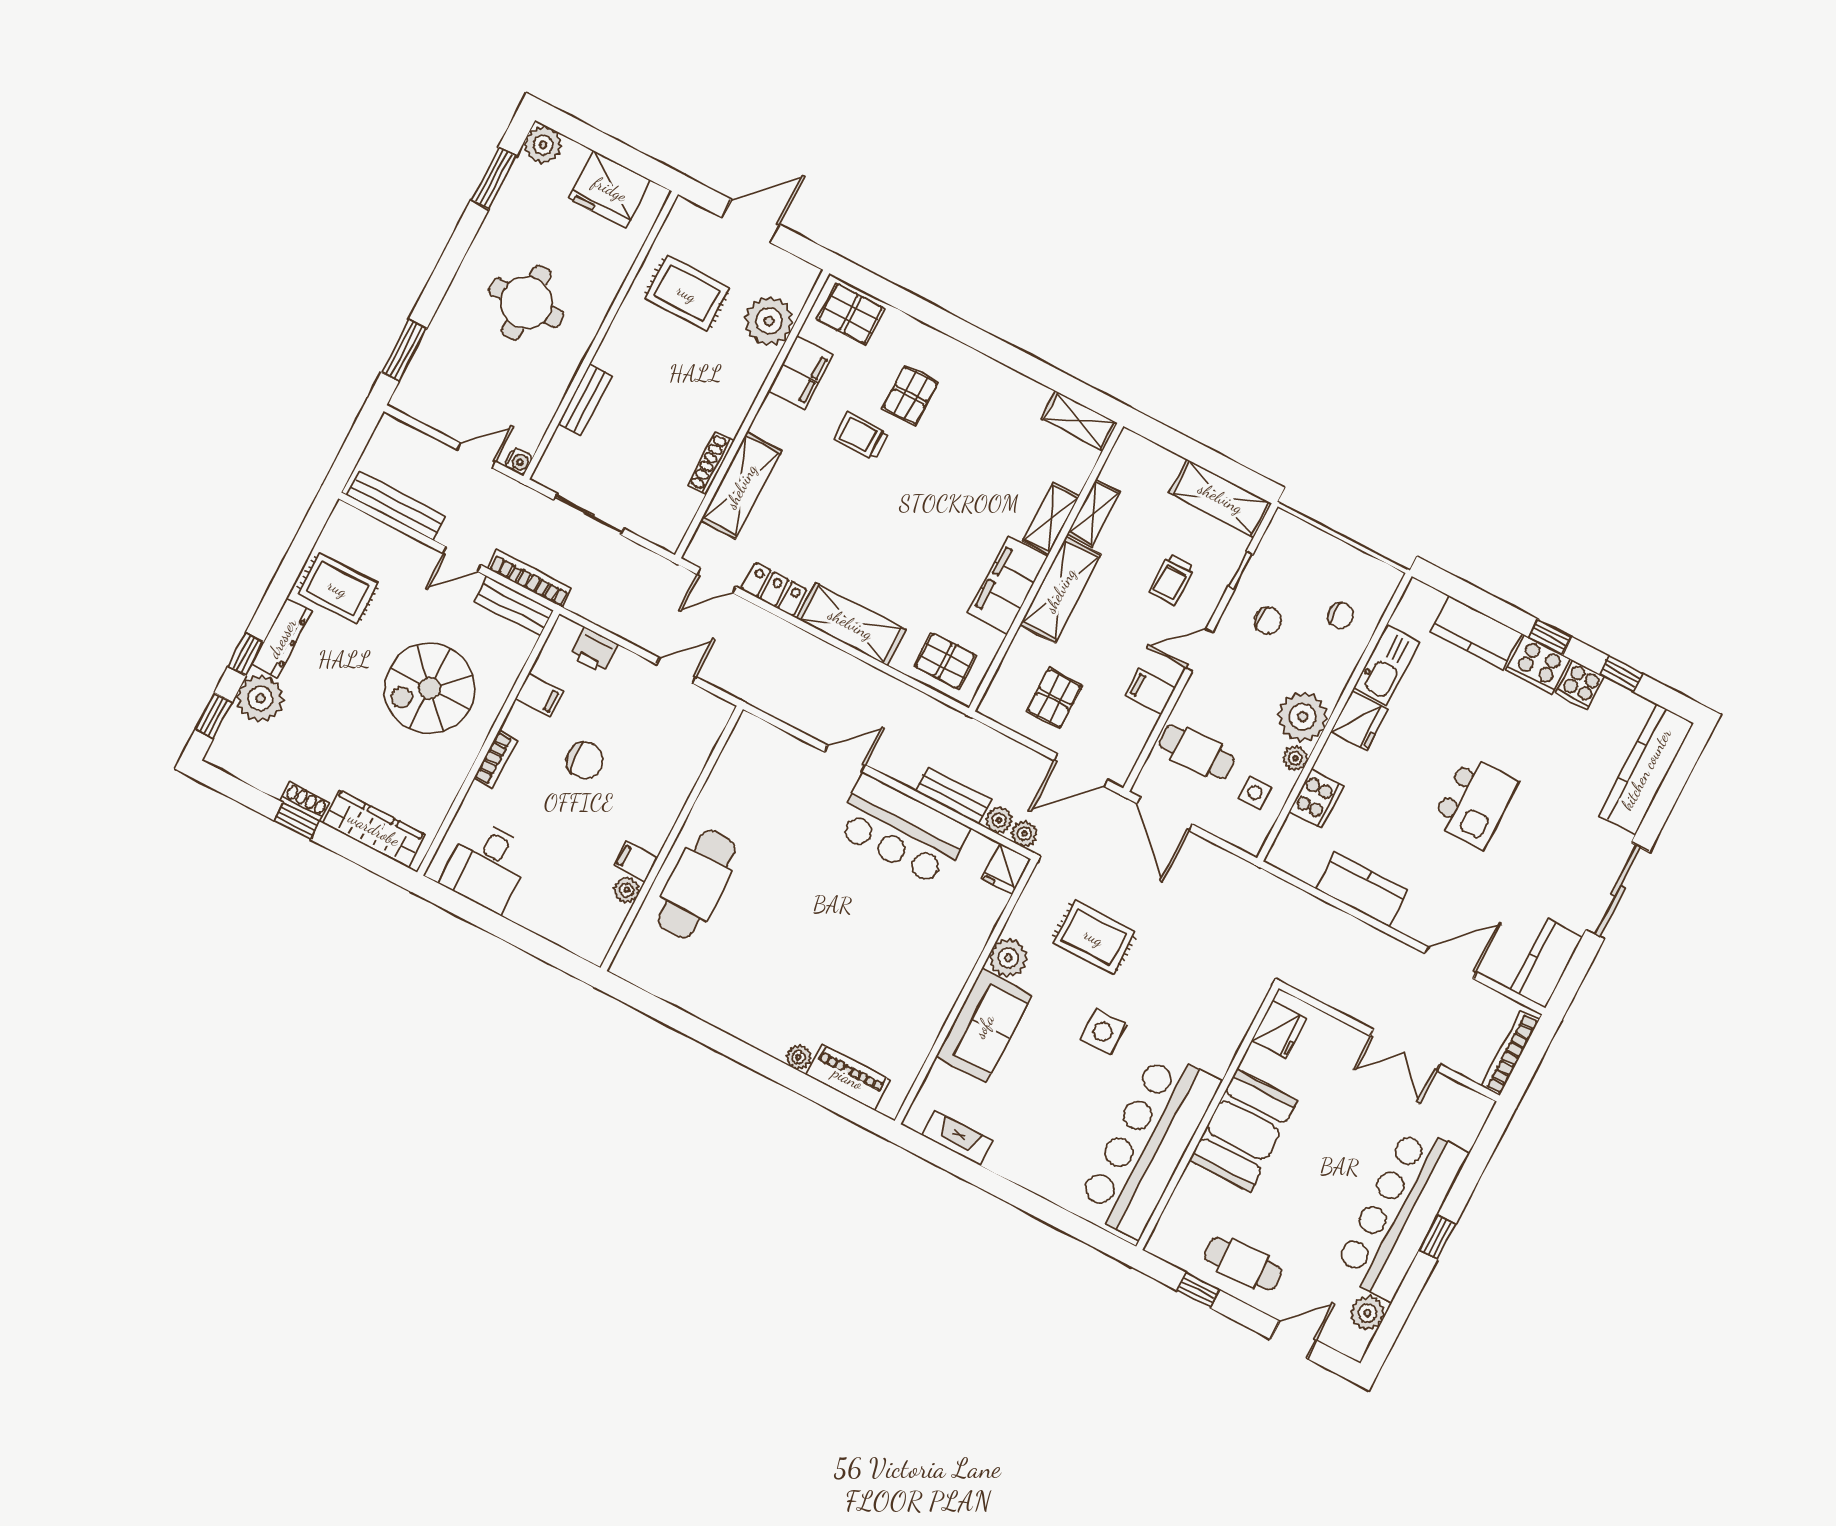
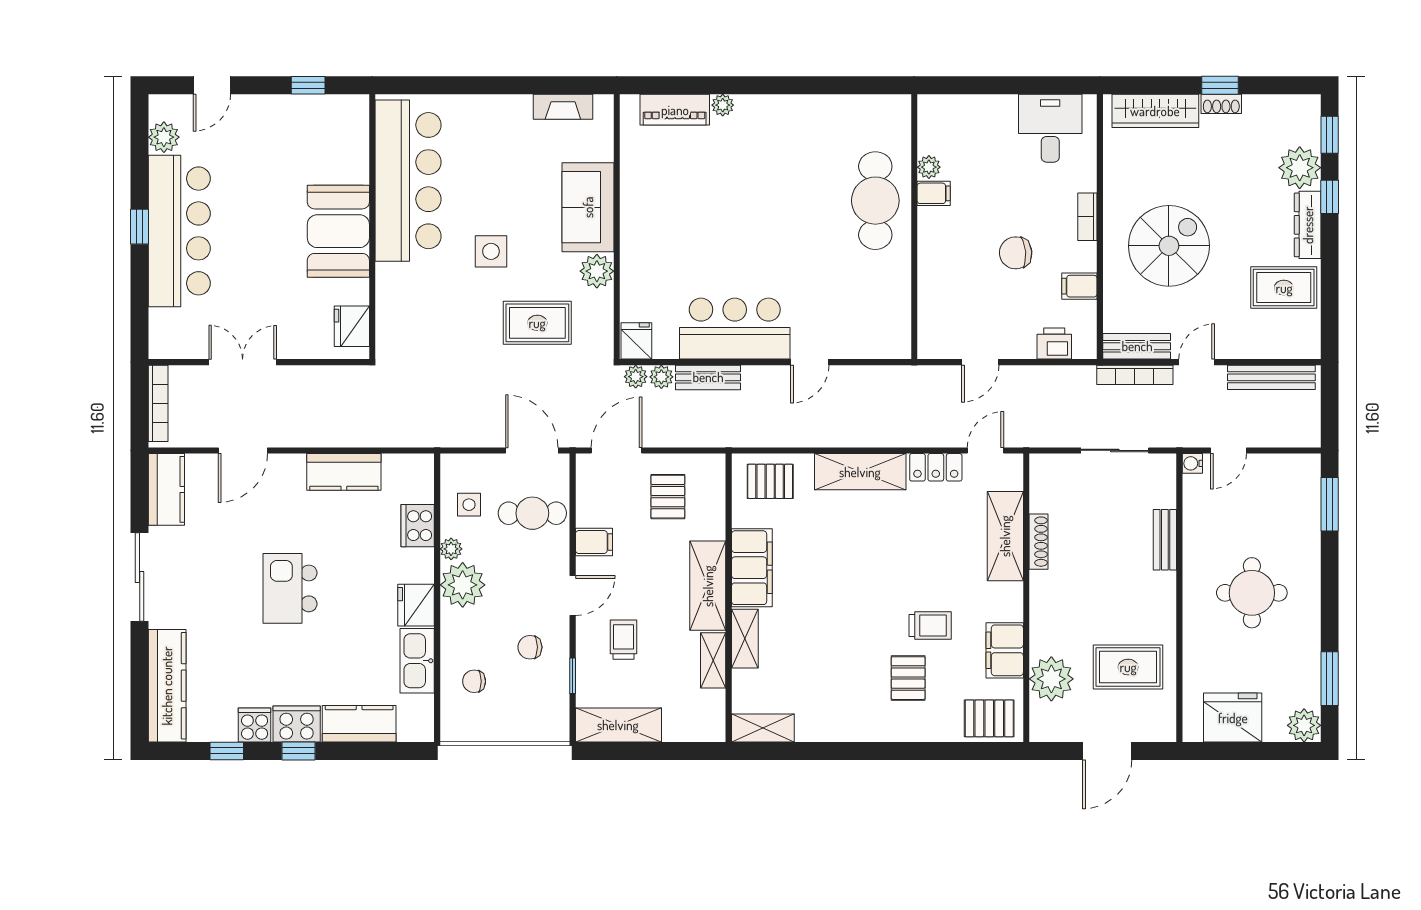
cafe table: (1243, 1264) -> (283, 125), removed

